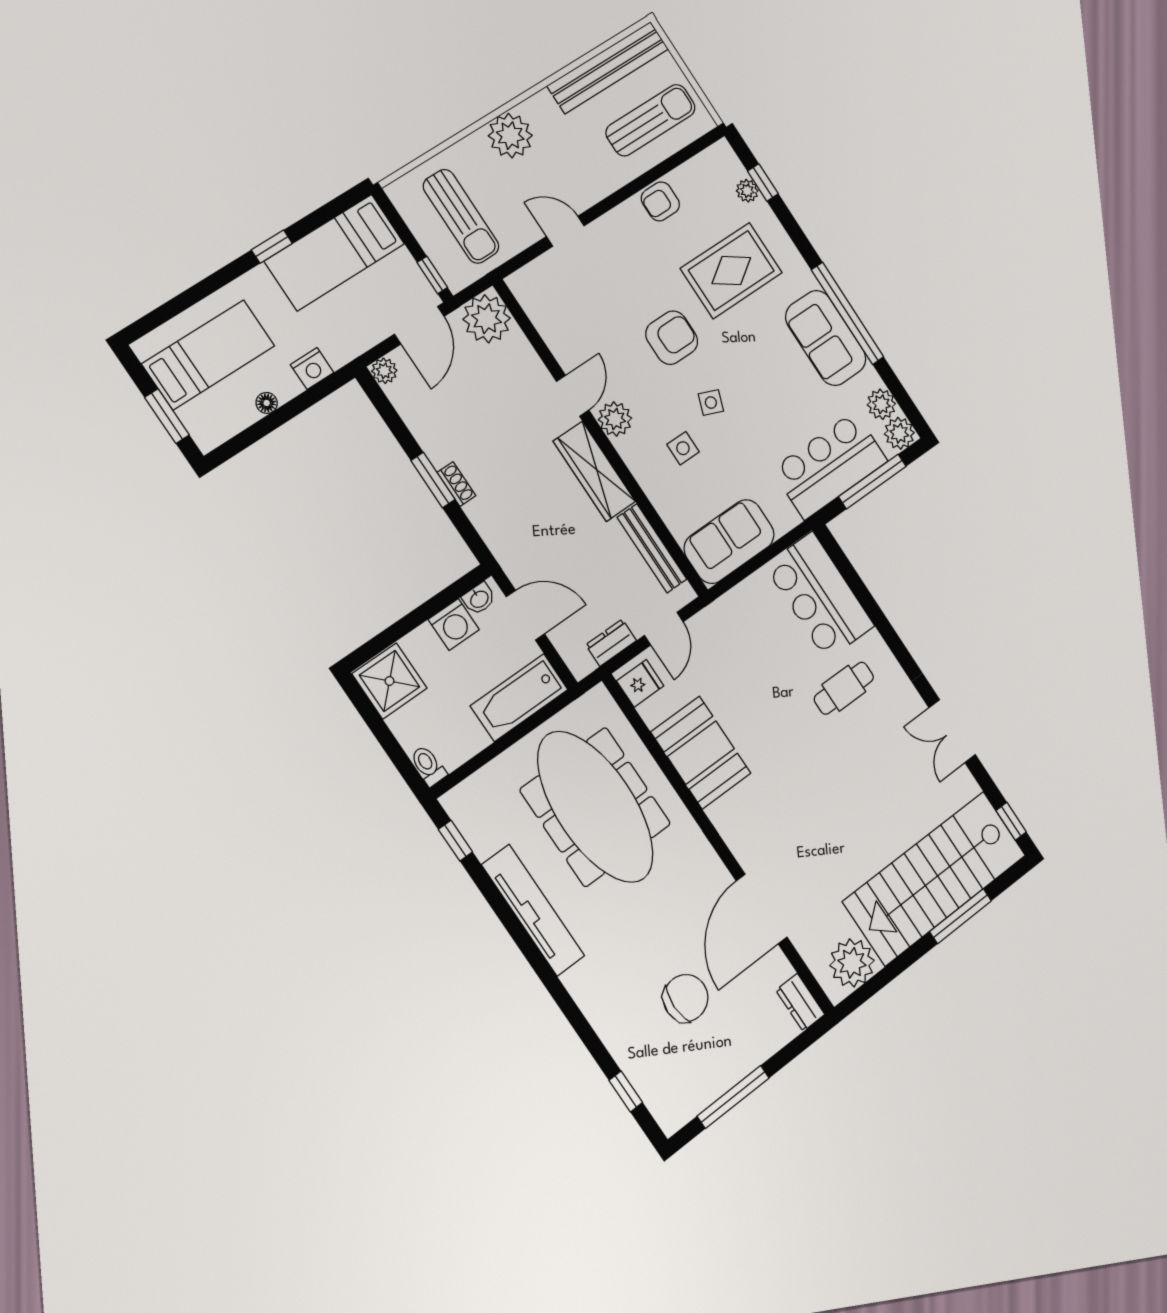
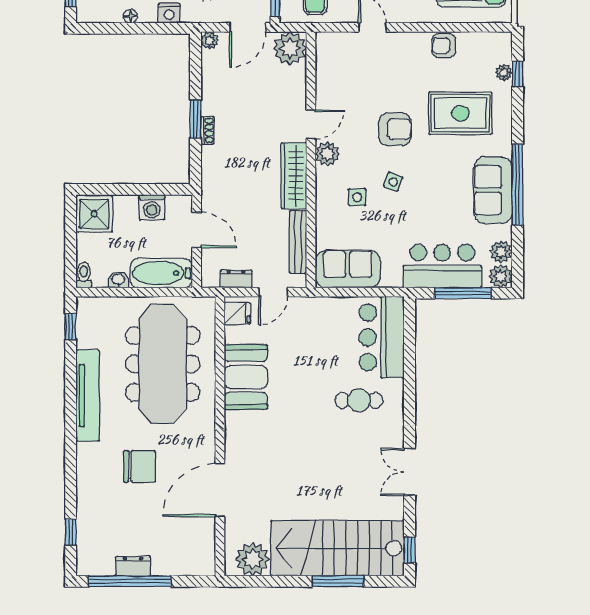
washbasin: (479, 599) -> (118, 280), moved, turned 180
chair: (686, 998) -> (139, 466), moved
dresser: (800, 1002) -> (133, 566), moved, turned 90
window: (733, 1097) -> (129, 581), width x1.46

